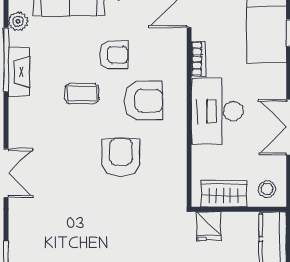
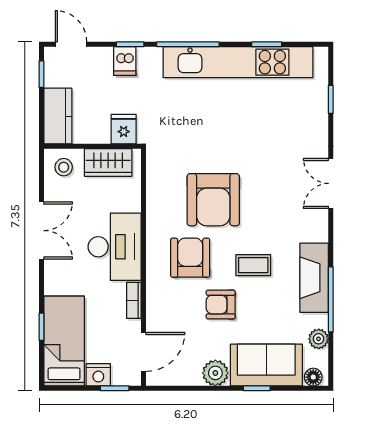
fireplace: (19, 72) -> (314, 278), width x1.37, depth x1.32
armchair: (143, 101) -> (190, 258), turned 90
armchair: (121, 157) -> (213, 200), width x1.36, depth x1.36

